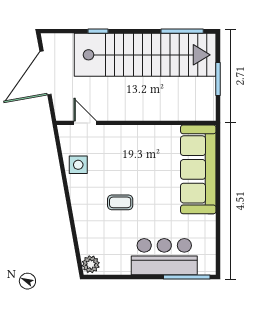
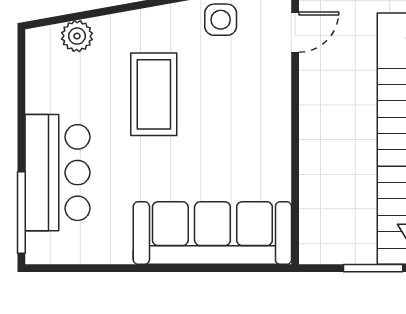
coffee table: (120, 202) -> (154, 94), width x1.86, depth x1.72
plant: (91, 264) -> (77, 36), moved

